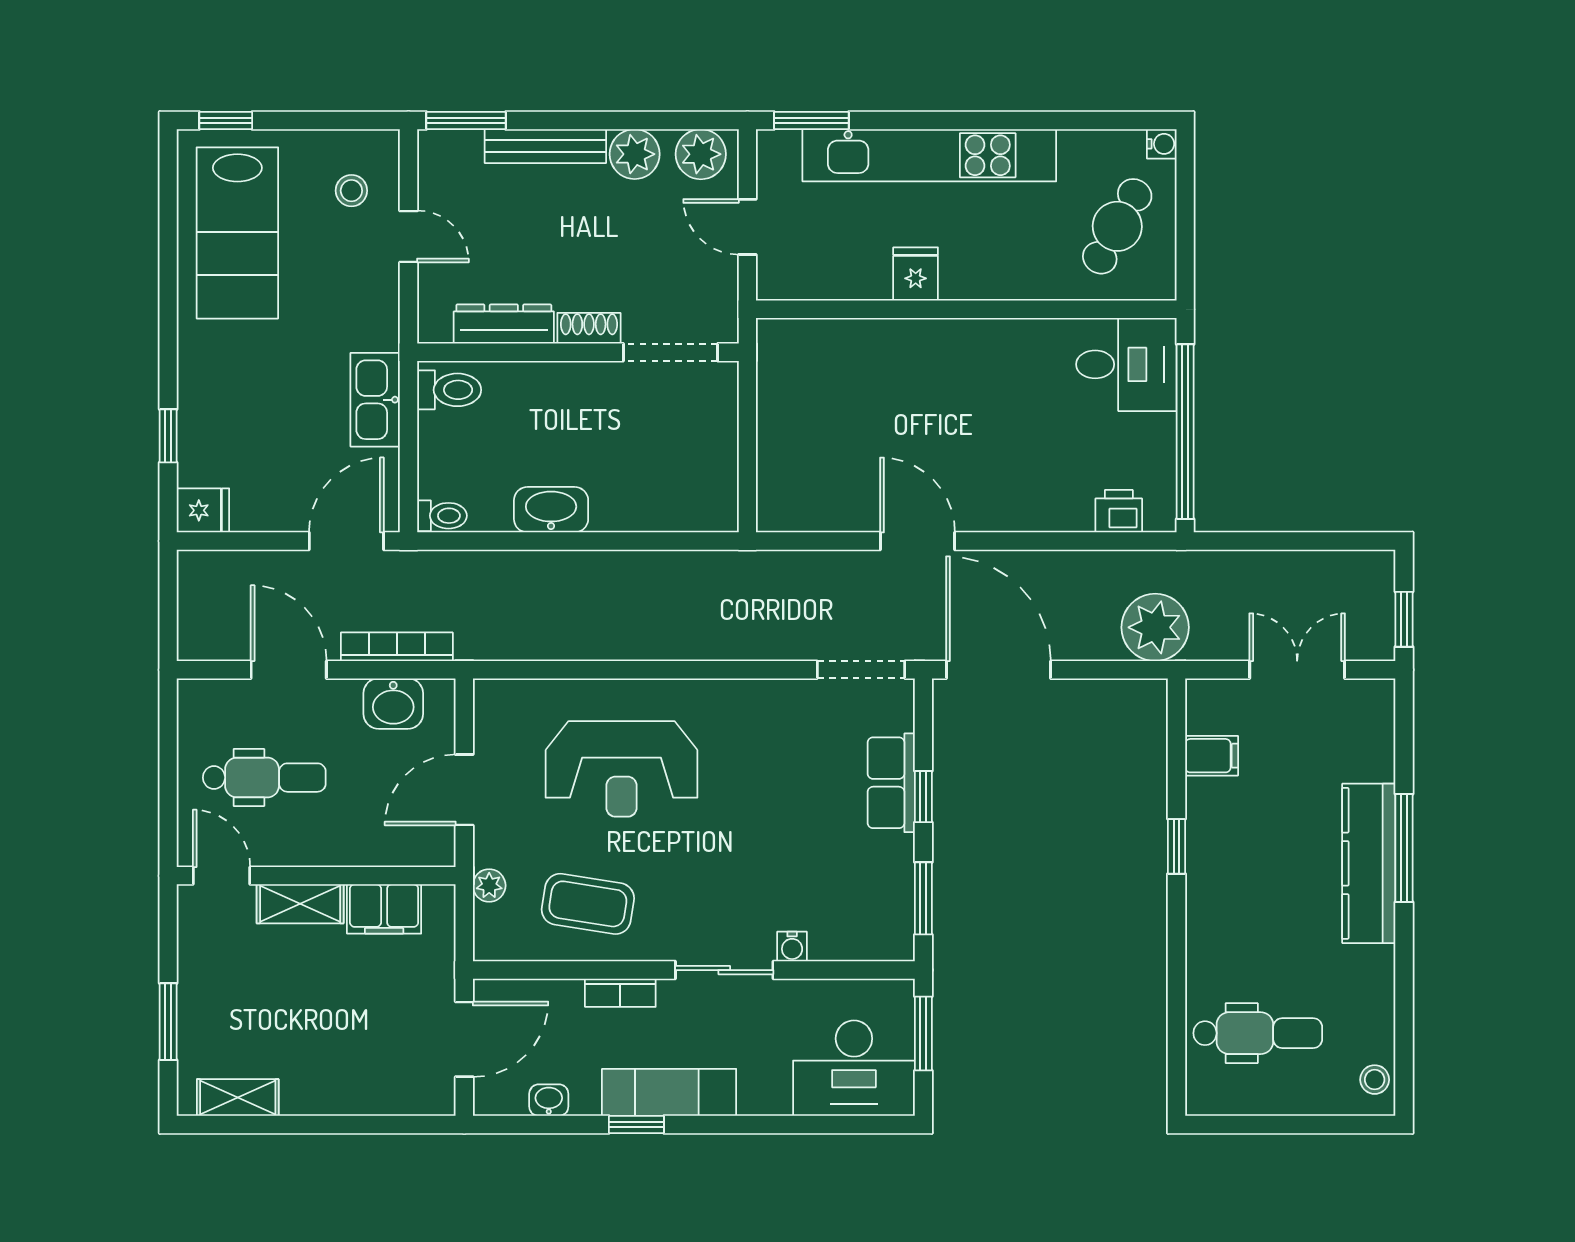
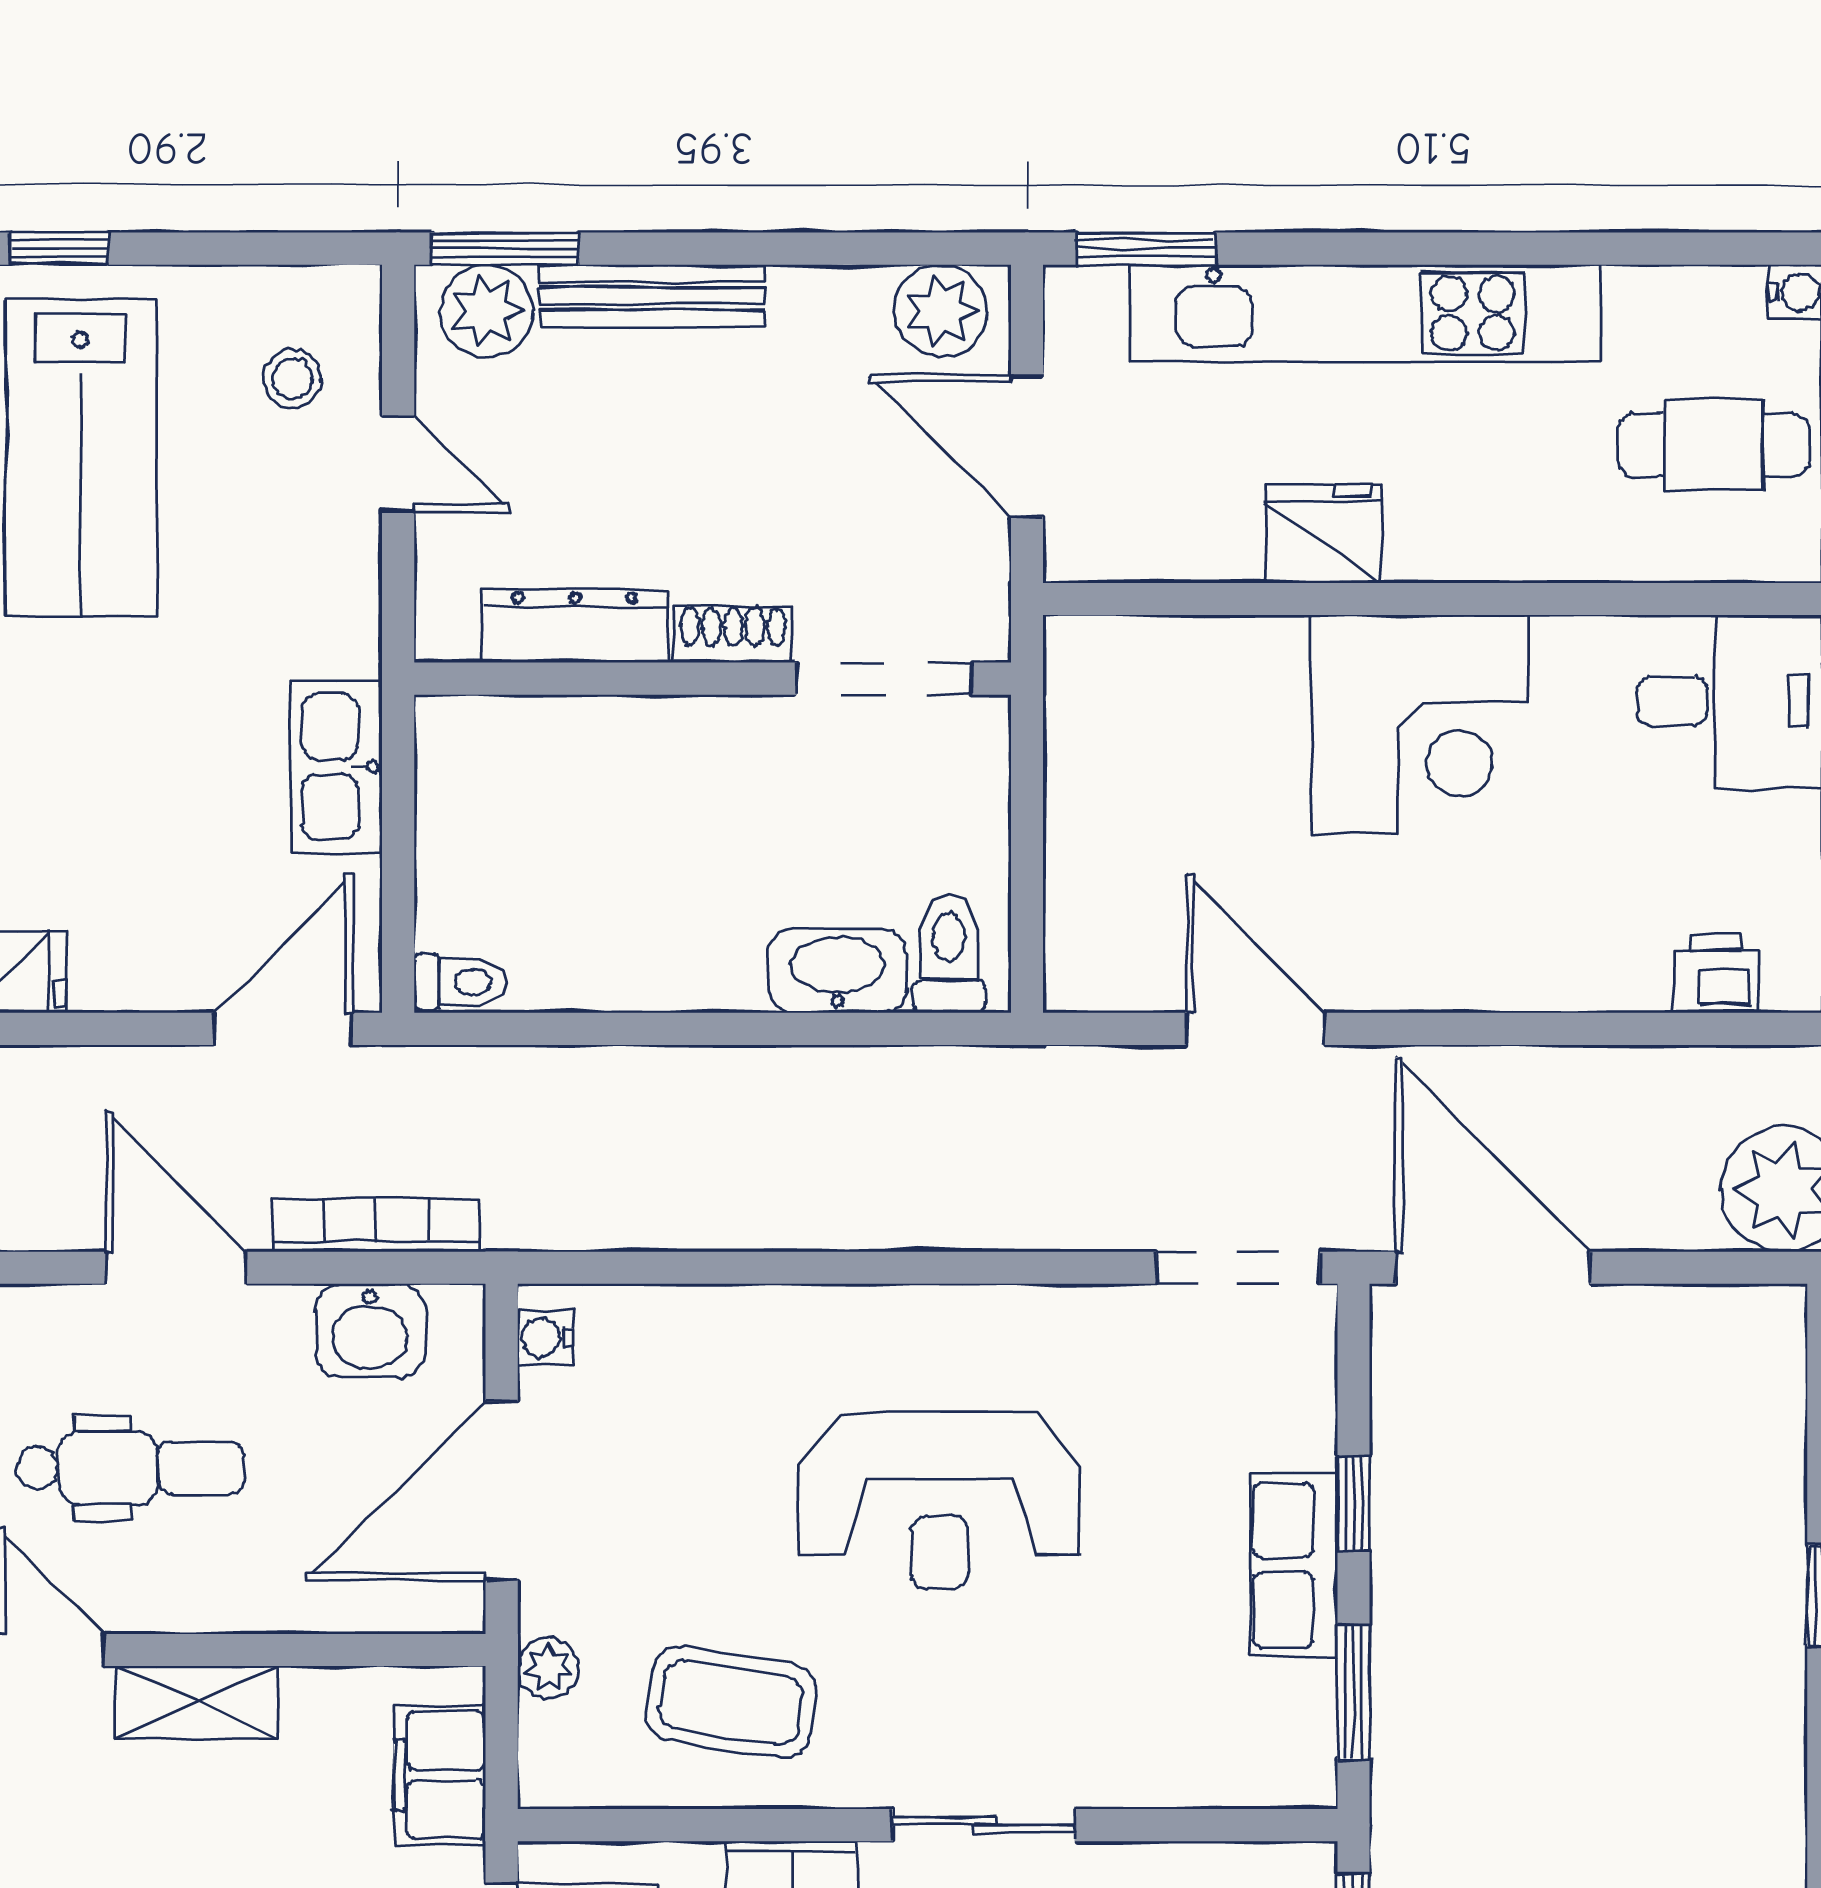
plant: (635, 154) -> (487, 311), moved
cafe table: (1117, 226) -> (1713, 445), turned 61
door: (747, 227) -> (1027, 446), width x1.38
fridge: (916, 274) -> (1323, 534), width x1.38
corner desk: (959, 377) -> (1420, 724), added
toilet: (449, 390) -> (949, 953), moved, turned -90
washbasin: (551, 510) -> (838, 971), moved
door: (917, 541) -> (1255, 1029), moved
reception desk: (622, 769) -> (939, 1501), moved
row of seats: (891, 783) -> (1294, 1565), moved
door: (464, 790) -> (502, 1491), width x1.36
filing cabinet: (384, 909) -> (440, 1775), moved, turned 90
water cooler: (792, 947) -> (545, 1338), moved, turned 90

